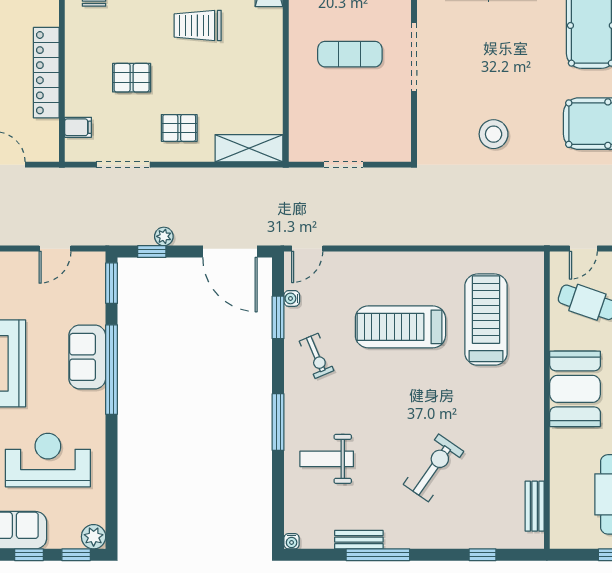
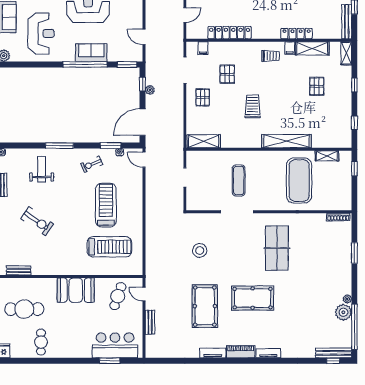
shelving: (249, 148) -> (204, 141), moved, turned 90

